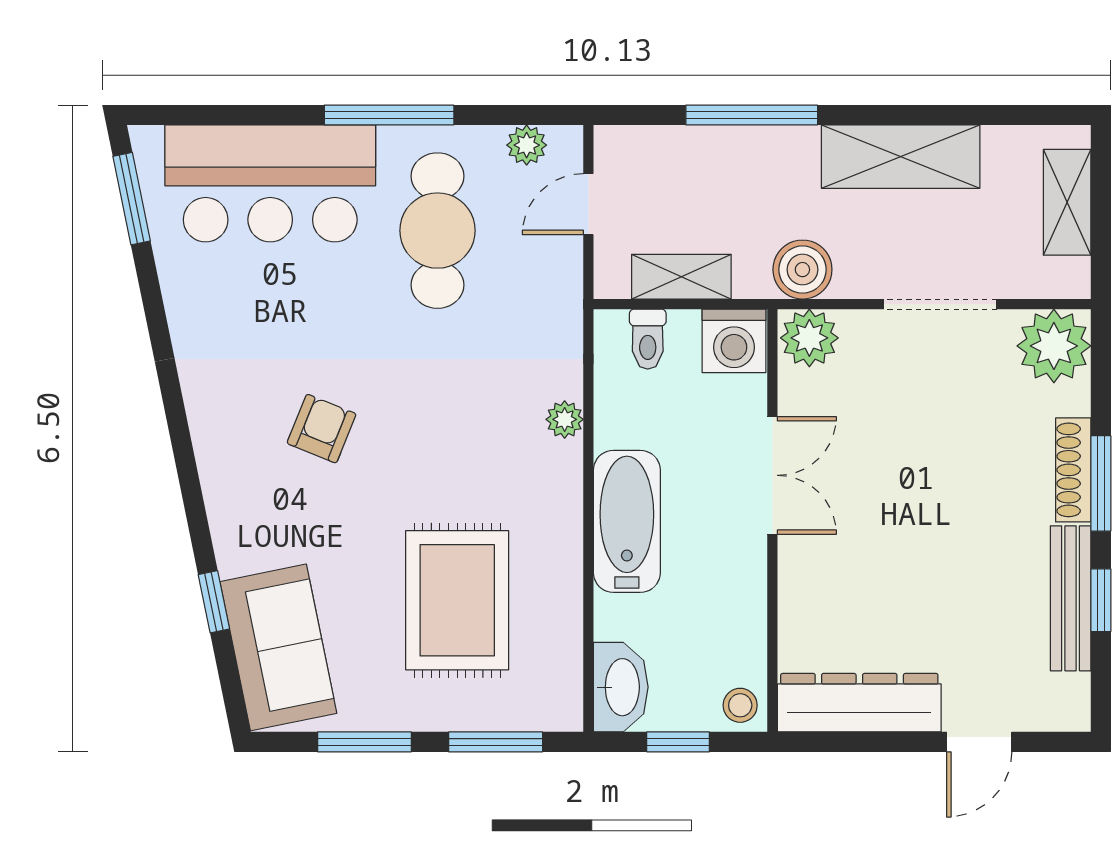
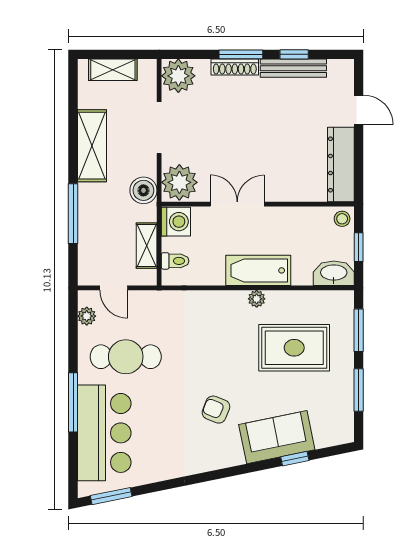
window: (389, 115) -> (73, 402), moved
plant: (809, 338) -> (179, 182), width x1.36, depth x1.36
plant: (565, 419) -> (257, 299), moved
sofa: (278, 647) -> (277, 437), moved

